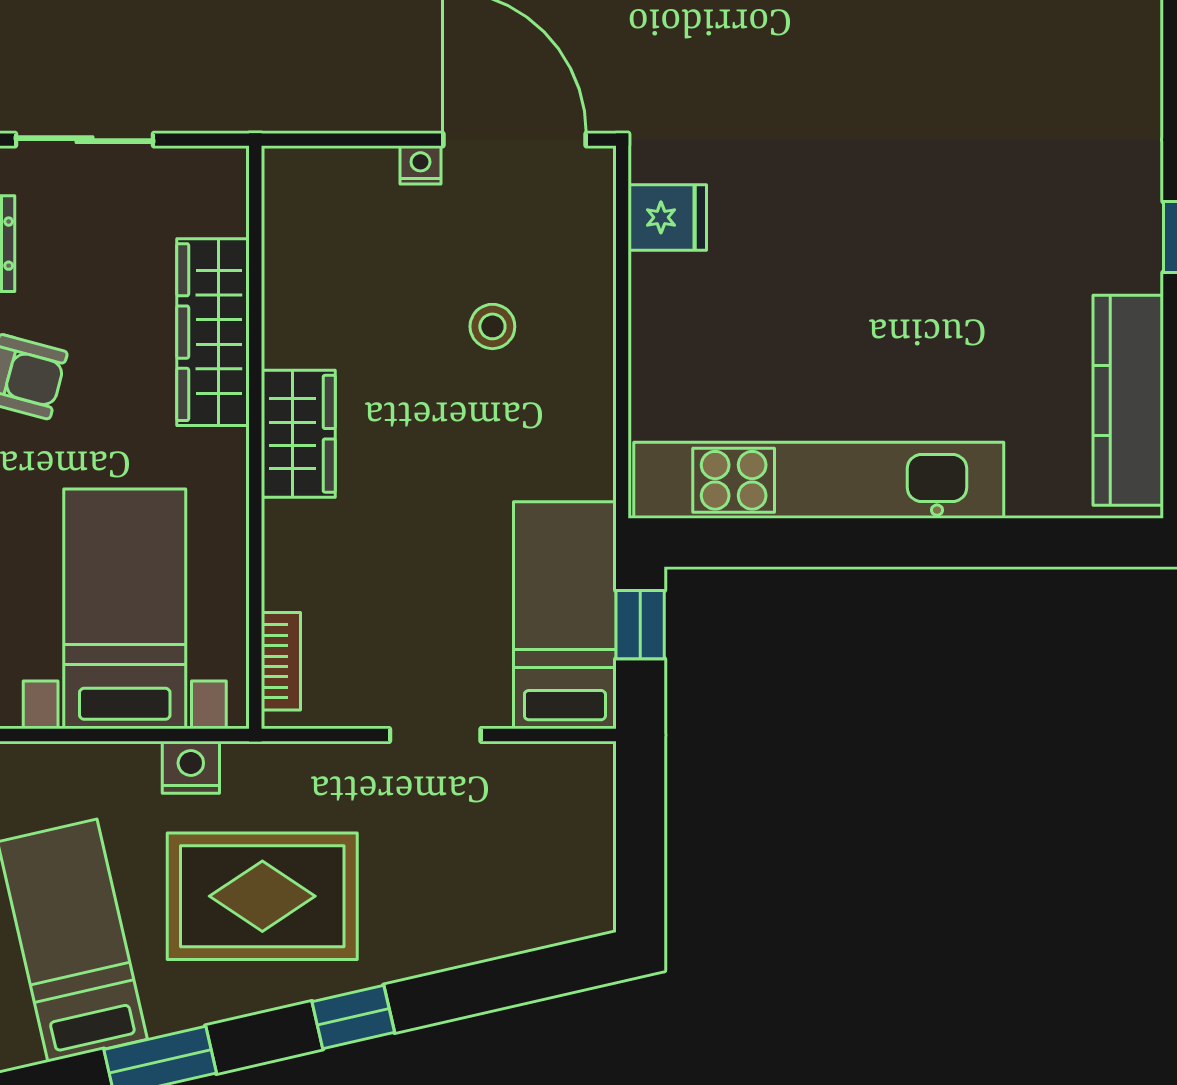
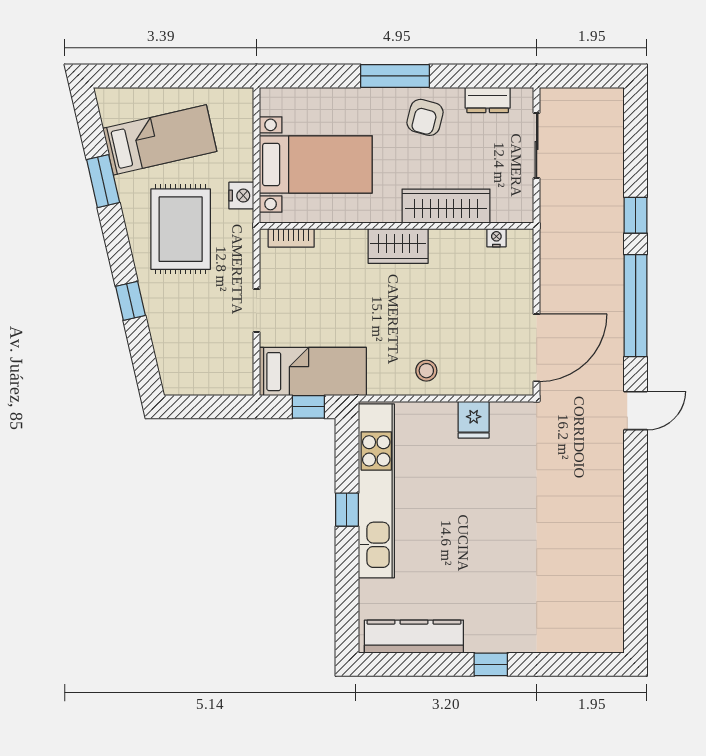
nightstand: (420, 165) -> (496, 238), moved, turned -90
fridge: (667, 217) -> (474, 420), moved
stool: (492, 326) -> (426, 371), moved
window: (858, 543) -> (347, 510), added
window: (353, 1017) -> (130, 301), moved

